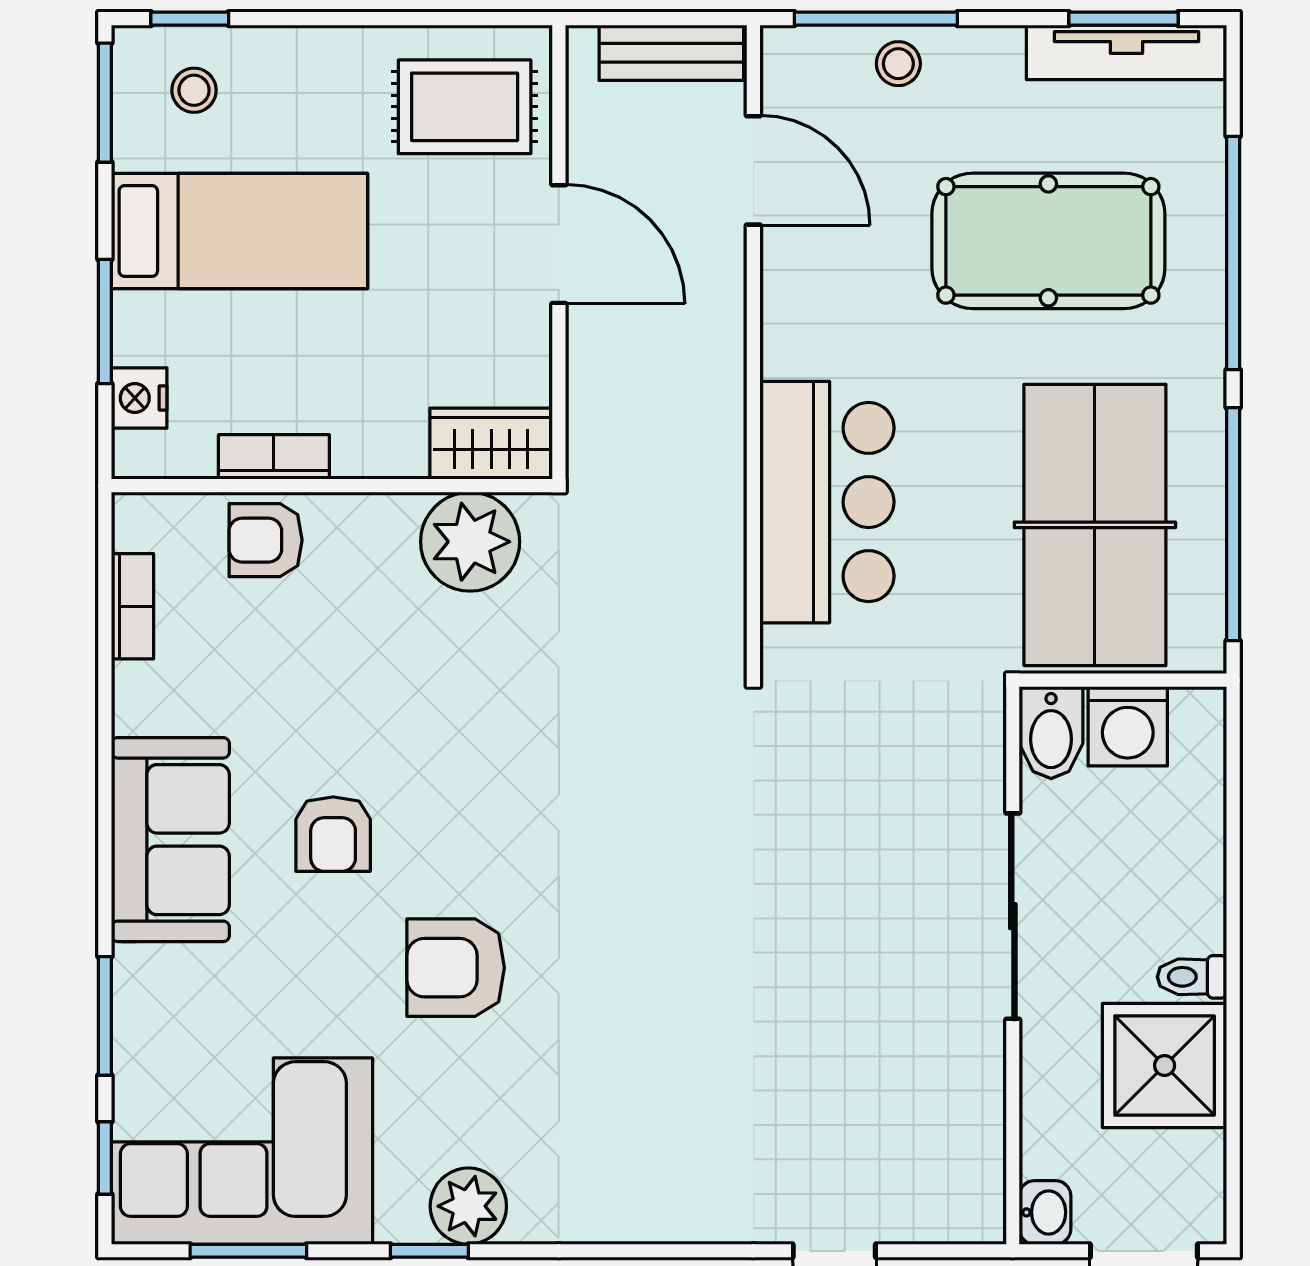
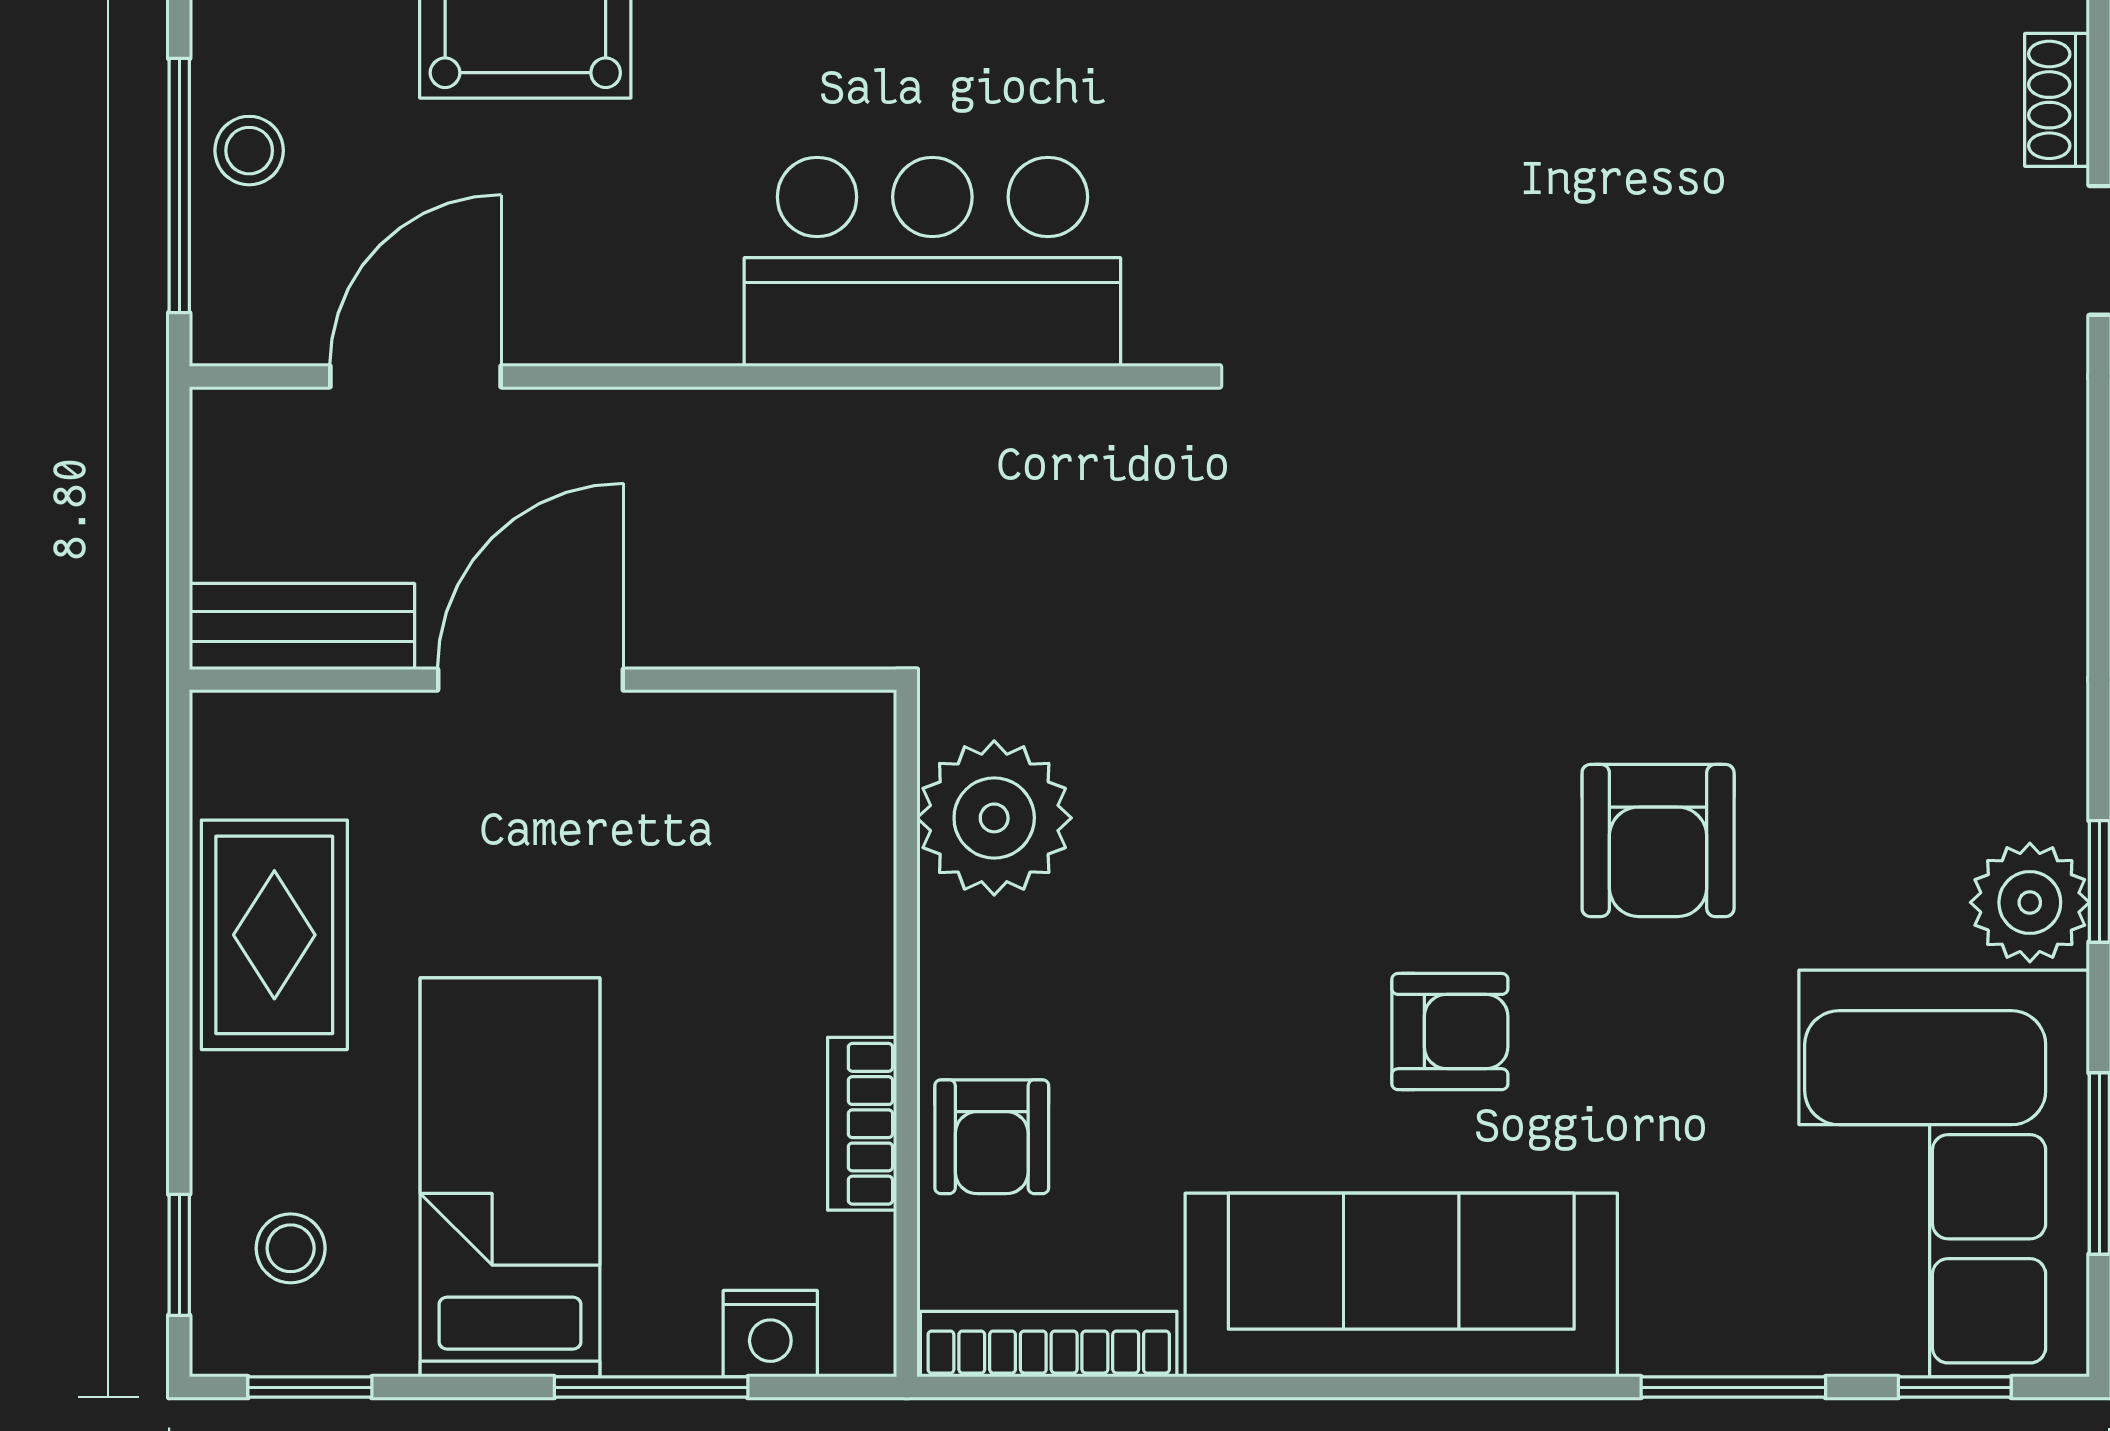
bench: (671, 53) -> (302, 627), moved, turned 90
window: (105, 103) -> (310, 1387), width x0.67
rug: (465, 107) -> (274, 935), moved
wardrobe: (491, 444) -> (841, 785), removed
bookcase: (132, 606) -> (1049, 1344), width x1.56
sofa: (170, 840) -> (1401, 1285), width x1.36
plant: (468, 1206) -> (2030, 902), moved
shoe rack: (931, 1224) -> (2057, 100), added

